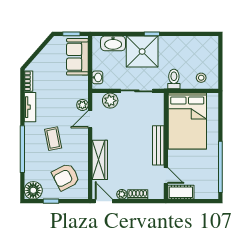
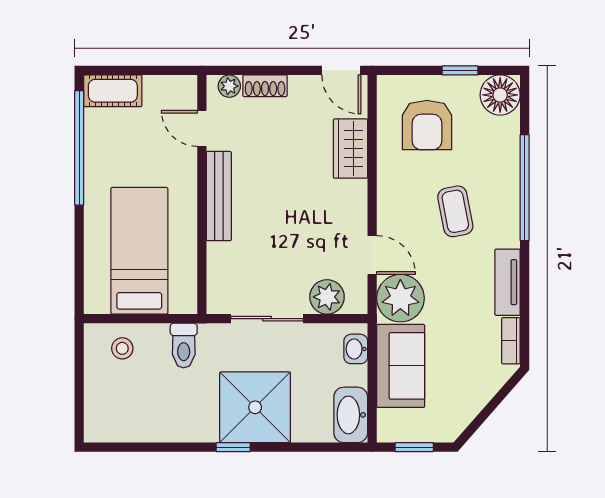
washbasin: (113, 43) -> (351, 415), moved, turned -90
sofa: (77, 57) -> (401, 366), moved
plant: (82, 105) -> (400, 298), width x1.87, depth x1.87
door: (90, 119) -> (372, 255), hinge flipped
bed: (187, 121) -> (139, 251), width x0.67
wardrobe: (100, 160) -> (350, 149), width x0.67
armchair: (66, 177) -> (427, 125), turned 117
cot: (181, 192) -> (113, 91), moved
plant: (122, 194) -> (229, 86), moved

